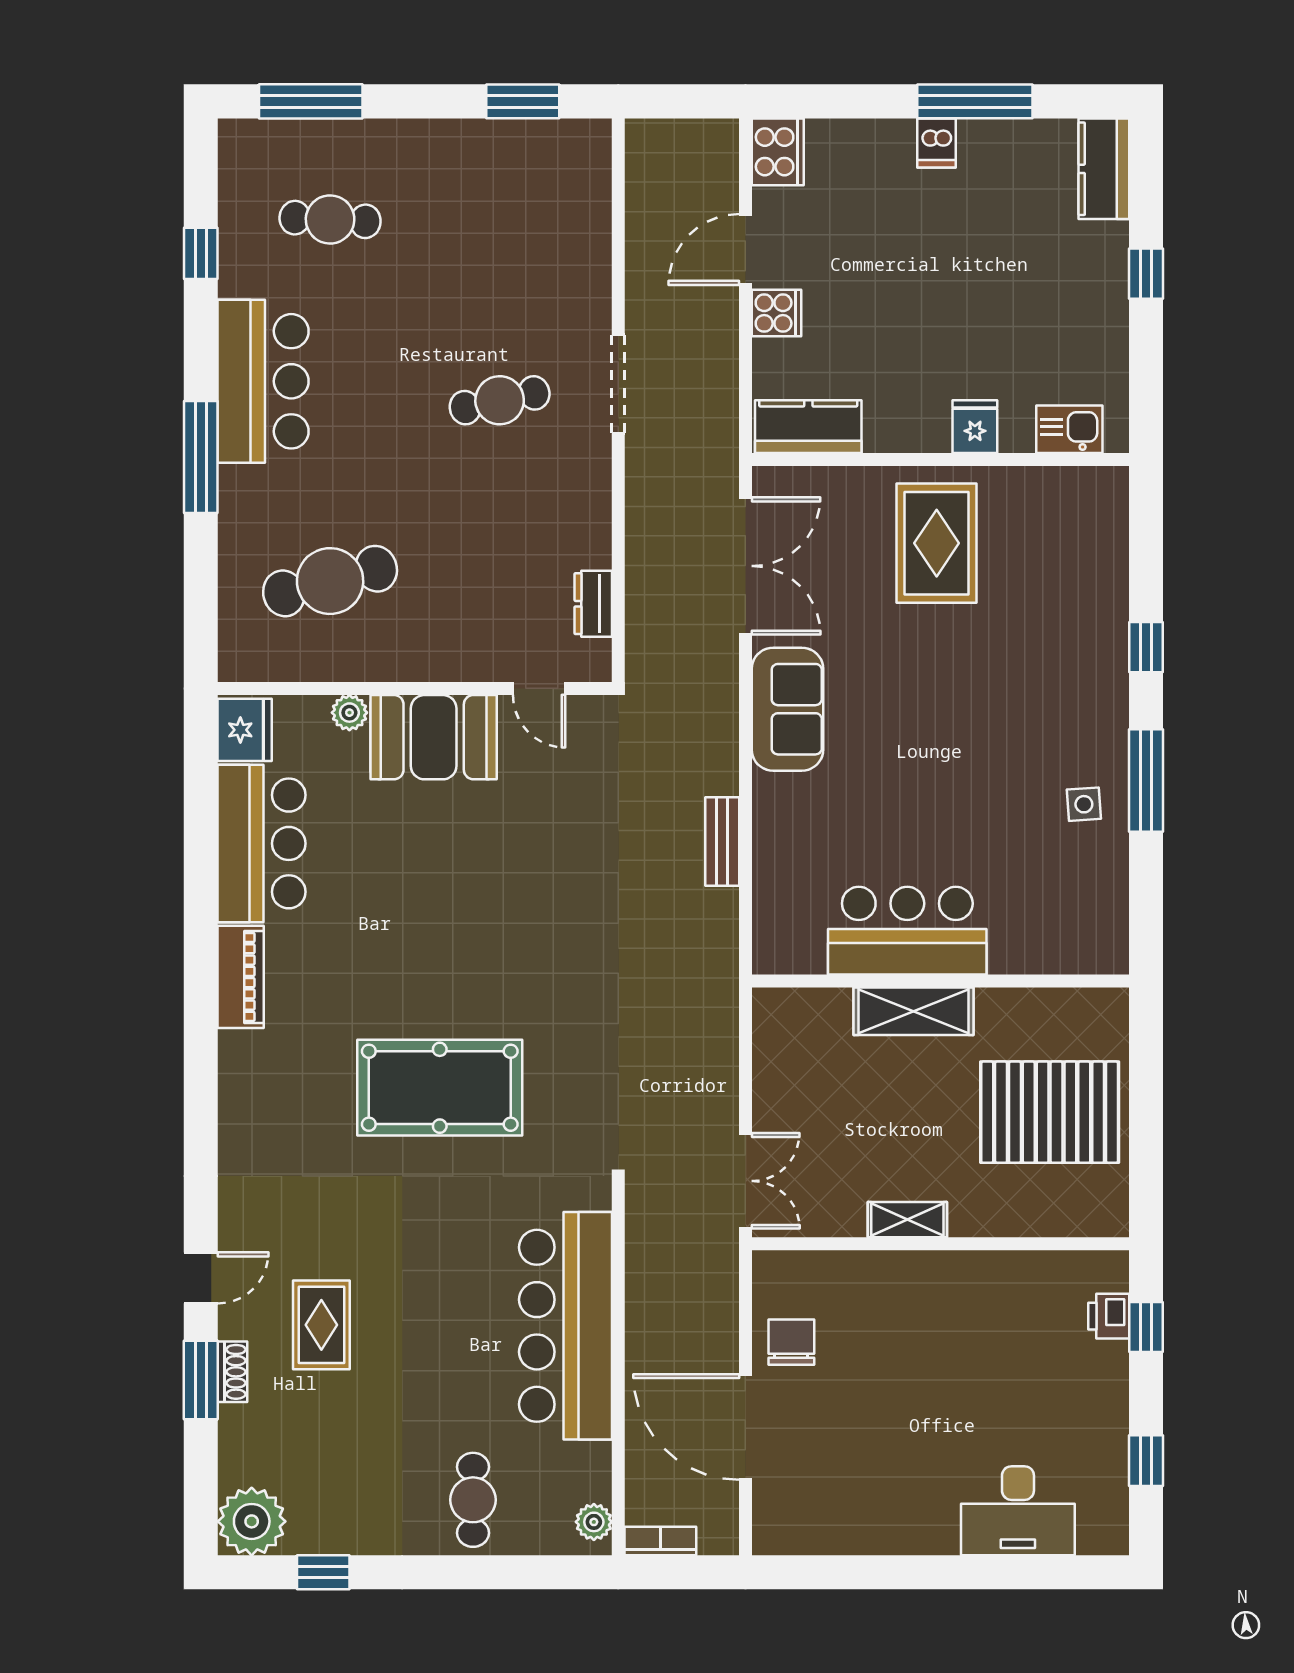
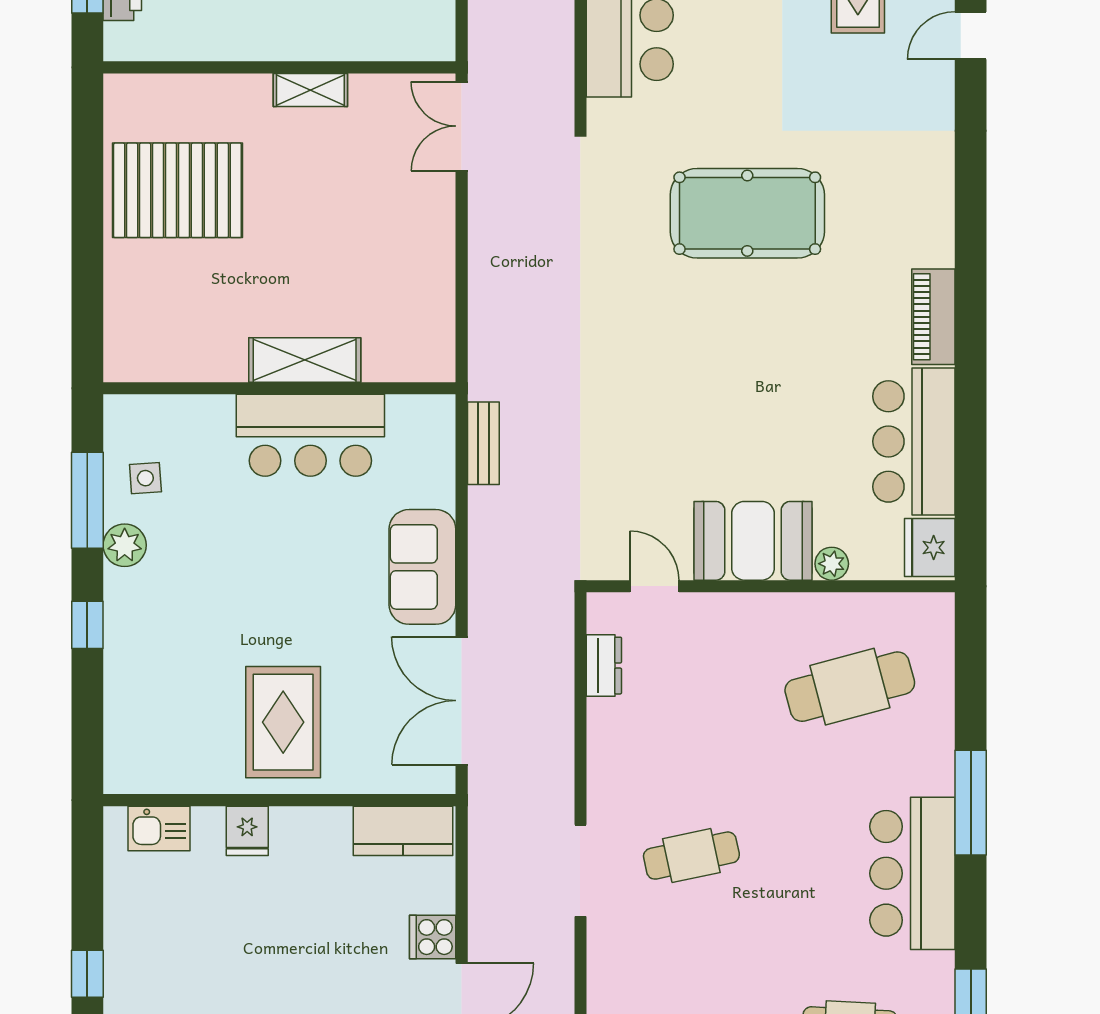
plant: (1106, 732) -> (125, 545), added
bar counter: (907, 931) -> (310, 435), moved
wall: (940, 981) -> (279, 388), moved
shelving: (913, 1011) -> (305, 360), moved

